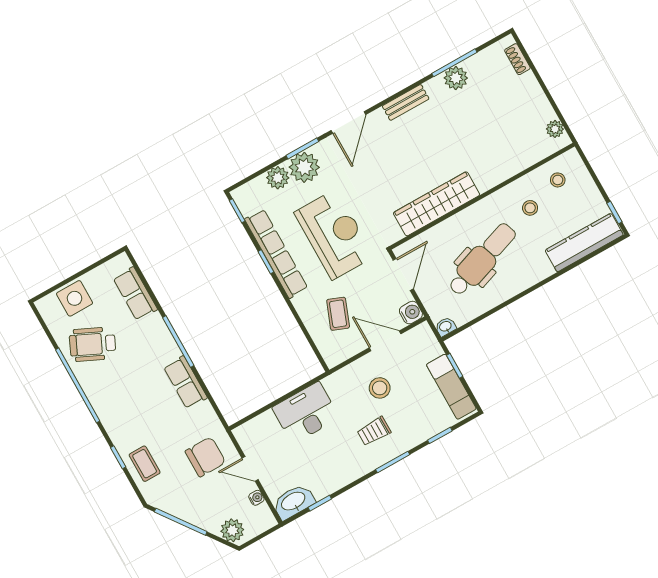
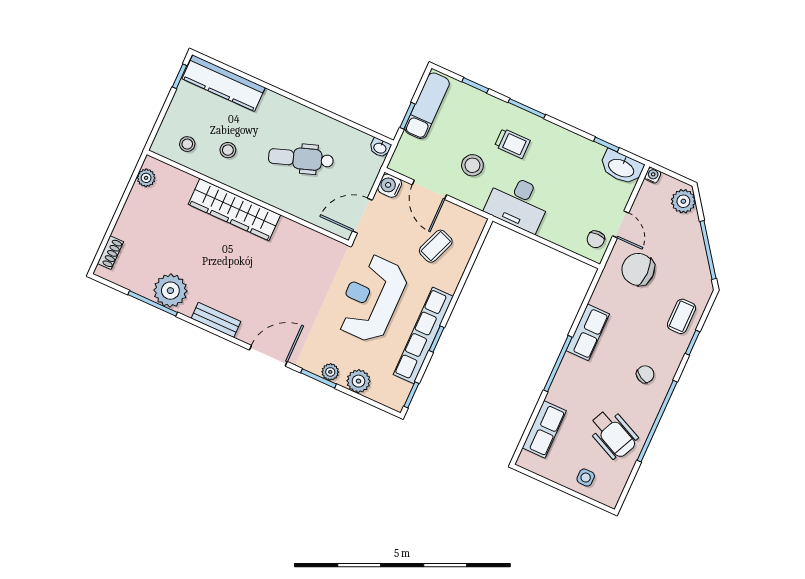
plant: (456, 78) -> (170, 291), width x1.36, depth x1.36
plant: (304, 167) -> (330, 372), width x0.53, depth x0.53
wardrobe: (436, 204) -> (234, 210), moved
dental chair: (482, 259) -> (301, 159), width x0.73, depth x0.72
side table: (75, 298) -> (586, 478), width x0.54, depth x0.54
chair: (120, 403) -> (645, 374), added
desk: (306, 413) -> (518, 203), moved
chair: (253, 441) -> (596, 239), added
water cooler: (256, 498) -> (653, 175), moved, turned 90

